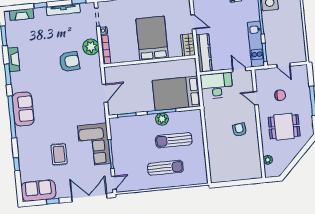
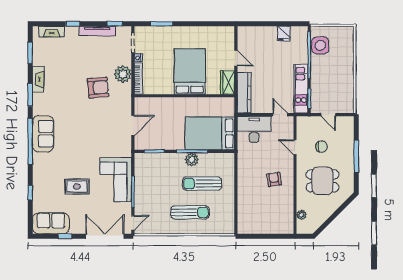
rug: (59, 154) -> (77, 186), turned 90

